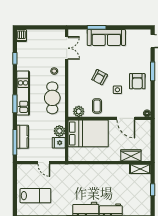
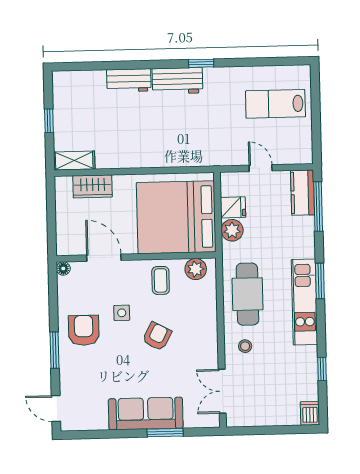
bed: (88, 133) -> (176, 217), width x1.36
kitchen counter: (23, 137) -> (303, 193), moved

